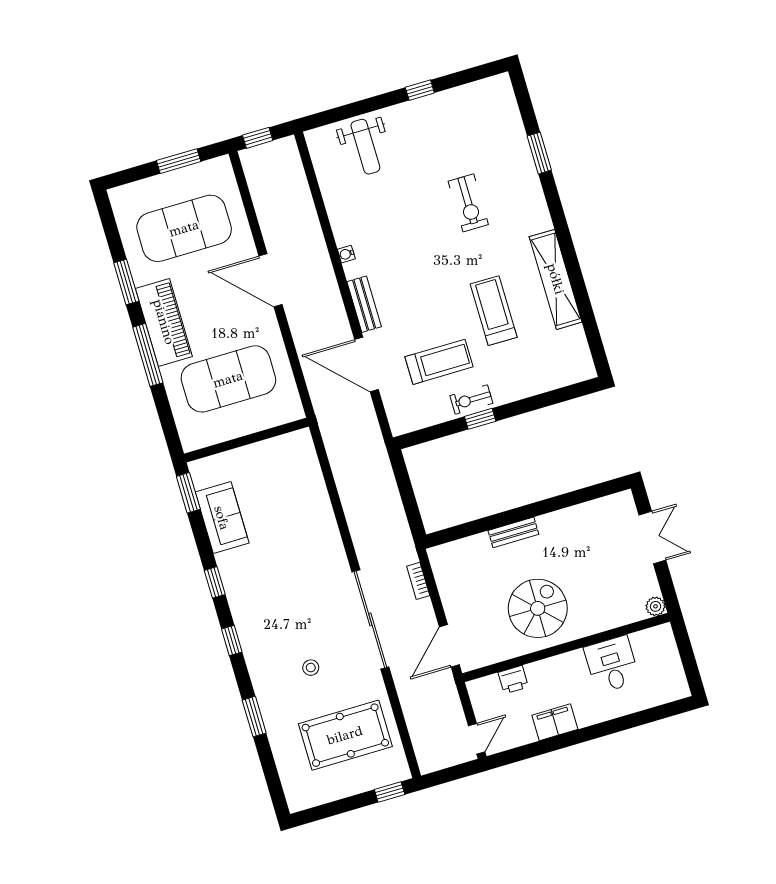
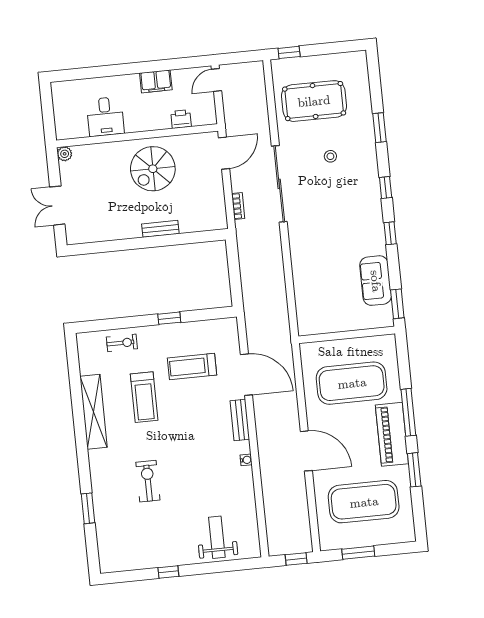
exercise bike: (471, 399) -> (122, 343), moved

